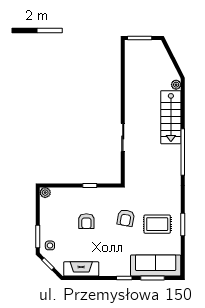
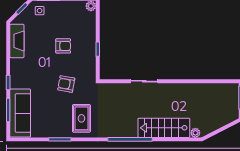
armchair: (86, 221) -> (63, 46), turned 180
rug: (157, 224) -> (81, 118), moved

